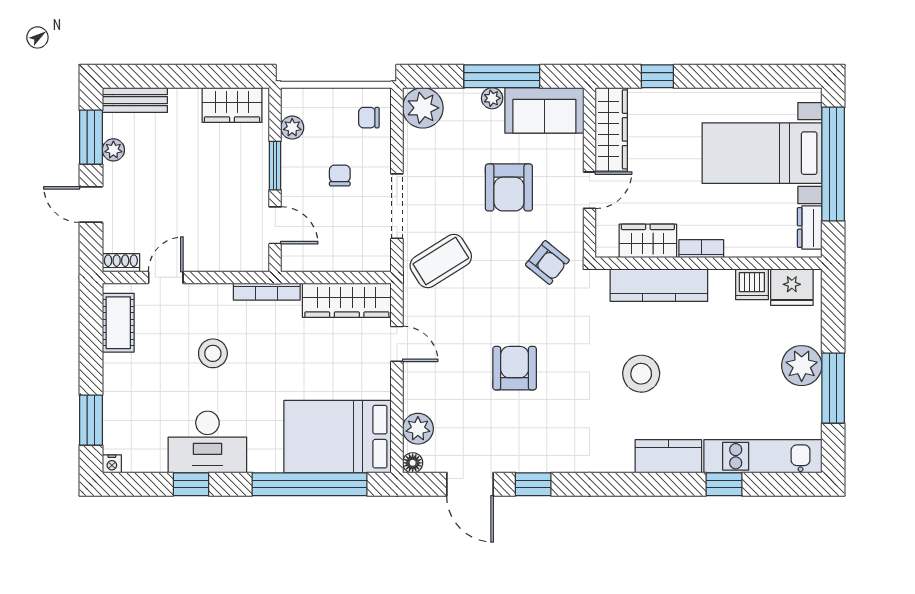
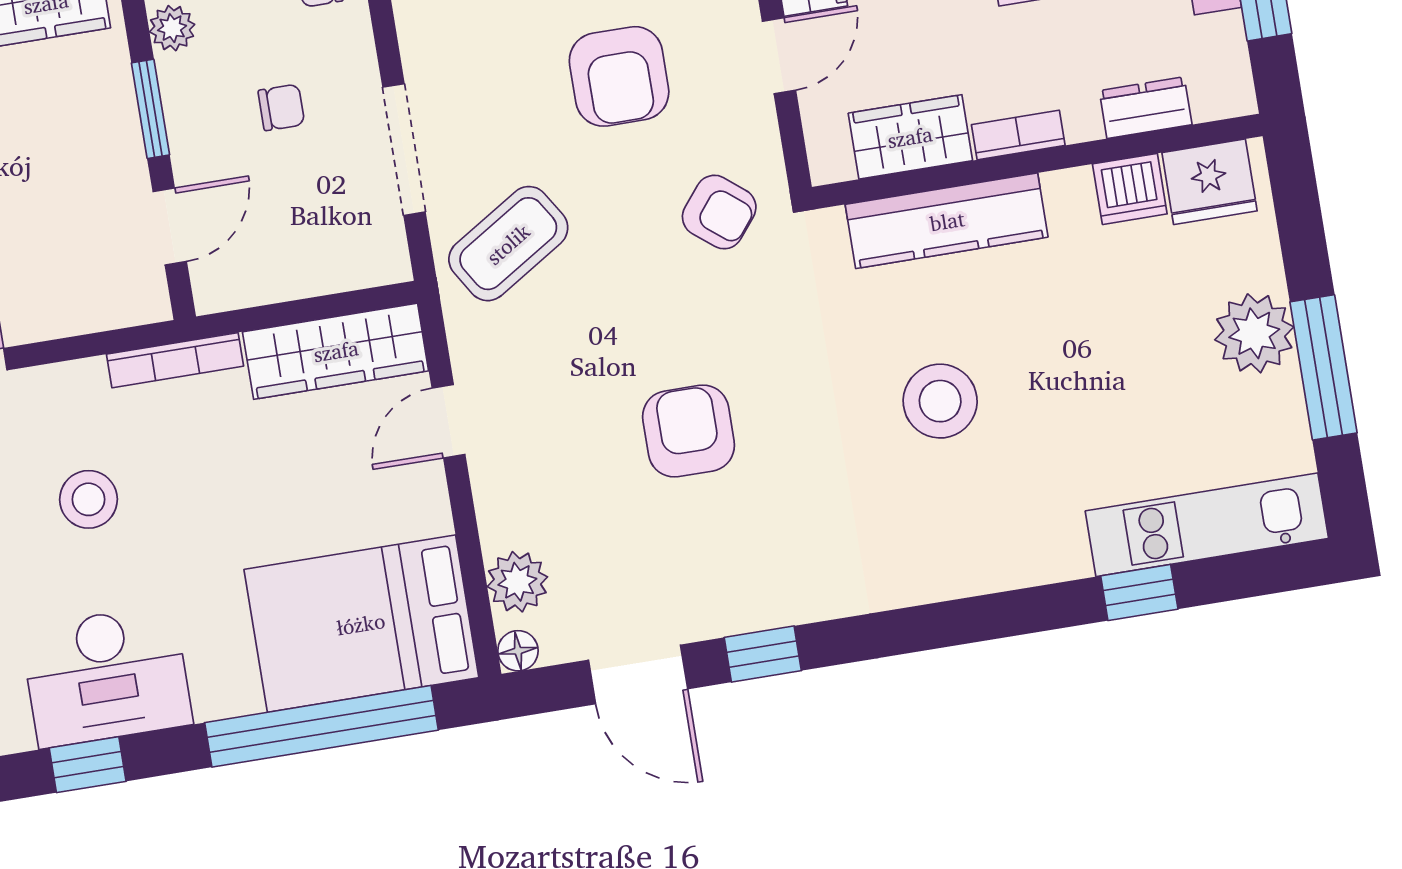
chair: (340, 175) -> (281, 107), turned 90
door: (275, 225) -> (170, 227), hinge flipped
dresser: (810, 228) -> (1146, 108), moved, turned 90
door: (397, 344) -> (448, 421), swing flipped
kitchen counter: (668, 456) -> (1021, 555), removed

